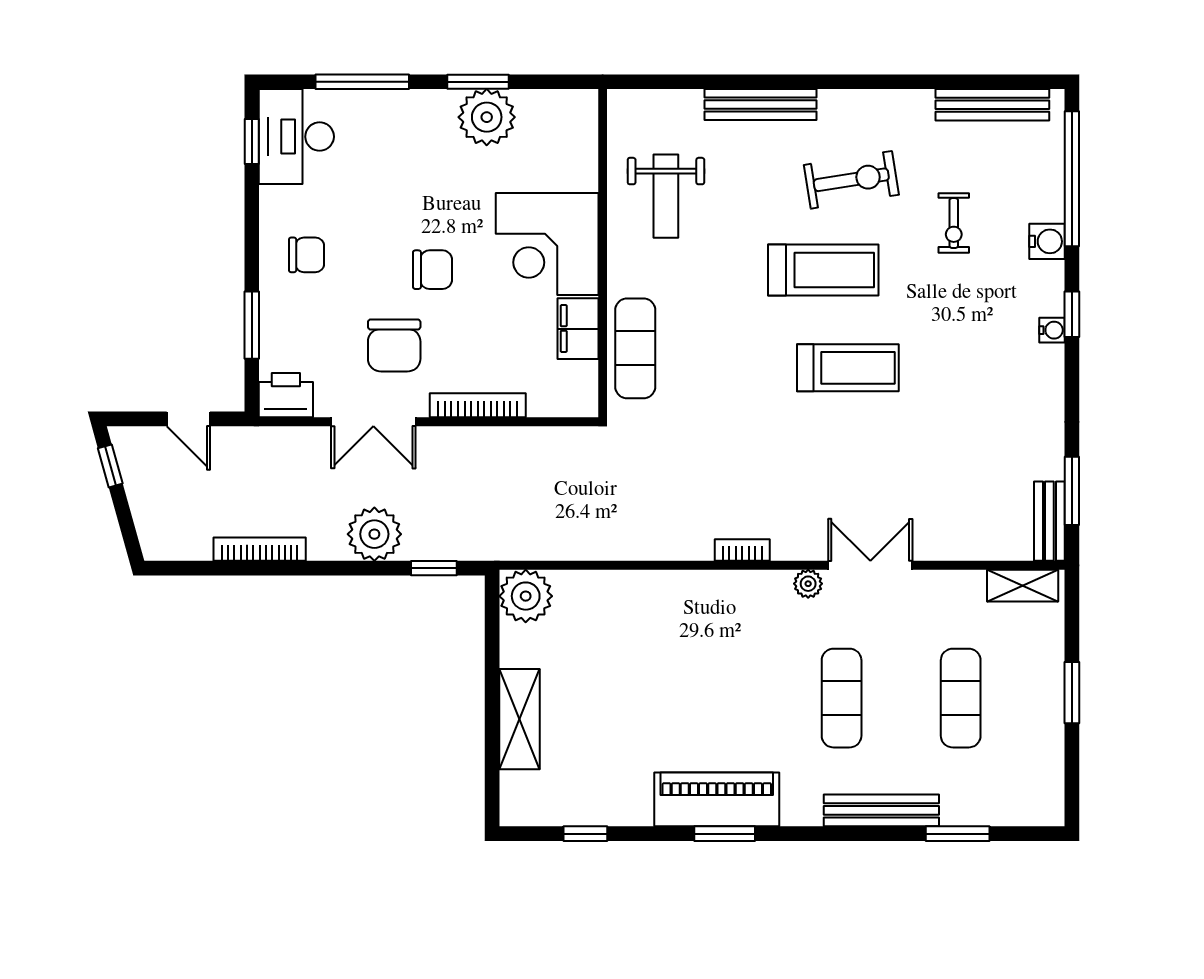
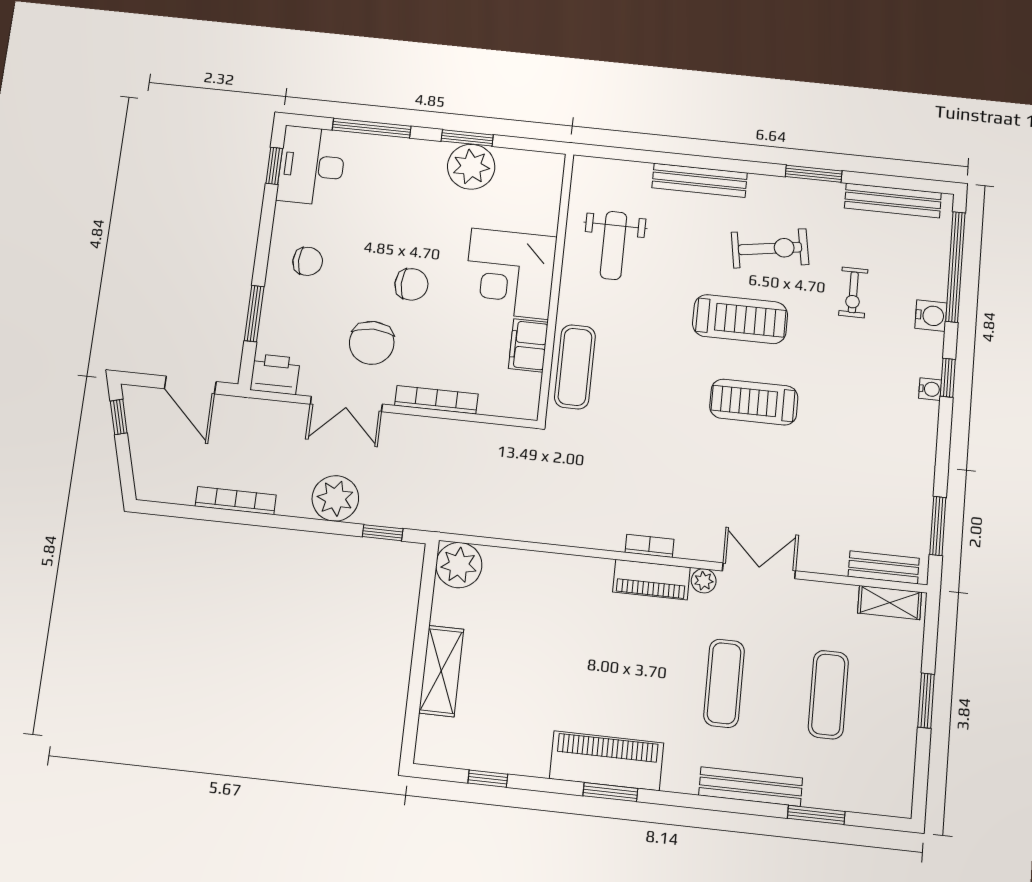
window: (896, 82) -> (814, 174), added
treadmill: (848, 368) -> (754, 402), turned 180
door: (188, 419) -> (190, 385), width x1.37
bench: (1049, 521) -> (884, 567), moved, turned 90
piano: (748, 589) -> (651, 580), added

